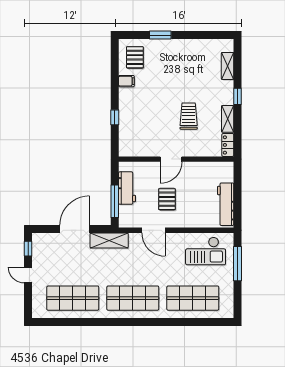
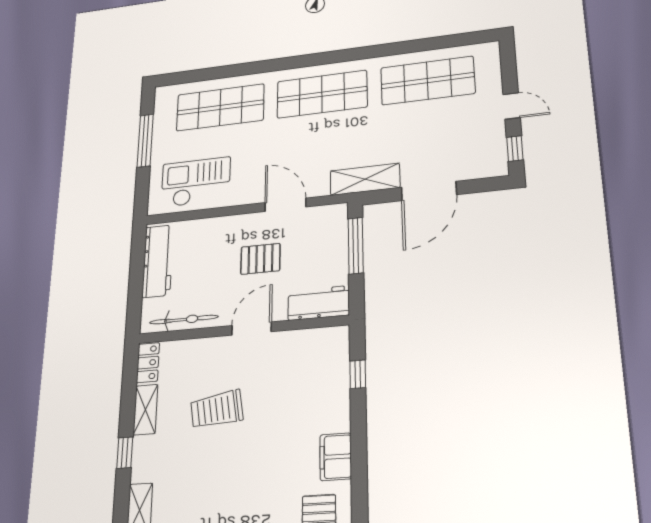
filing cabinet: (126, 81) -> (336, 457), width x2.00
trolley: (189, 116) -> (217, 410), turned 82
window: (115, 117) -> (358, 374), moved
bicycle: (209, 168) -> (184, 320), added
workbench: (127, 188) -> (319, 303), moved, turned 90
pallet: (167, 199) -> (260, 259), turned 90
window: (238, 264) -> (145, 141), moved

